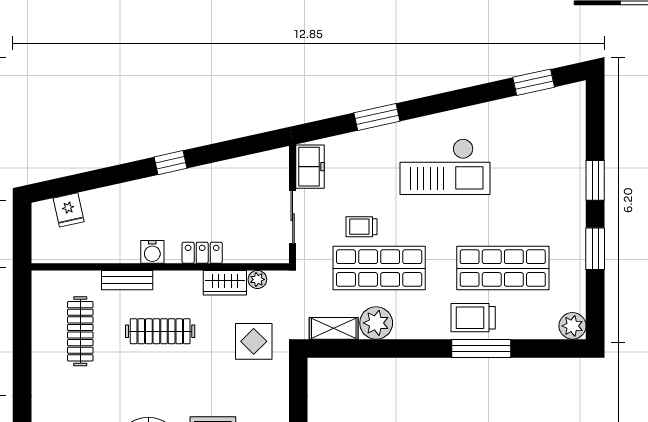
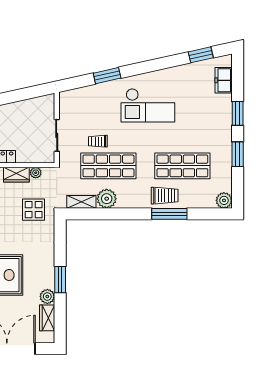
freezer: (310, 167) -> (224, 80), moved, turned 180
trolley: (473, 318) -> (165, 196), turned 180

